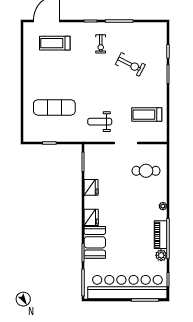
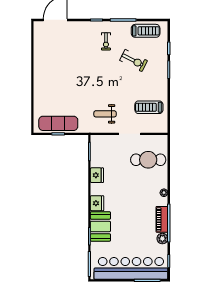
treadmill: (55, 43) -> (146, 31), moved, turned 180
exercise mat: (54, 107) -> (58, 123), moved
cafe table: (146, 171) -> (148, 160), width x1.37, depth x1.35

